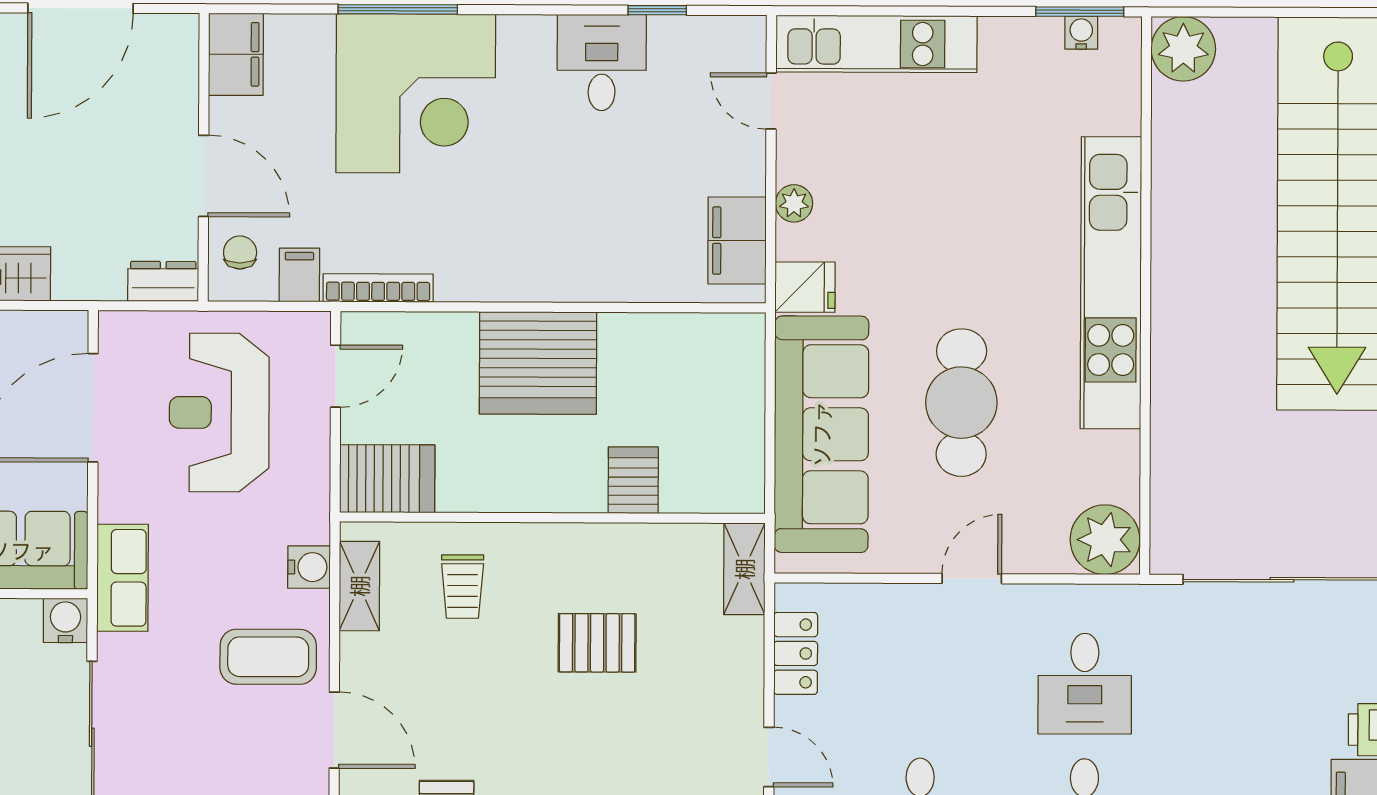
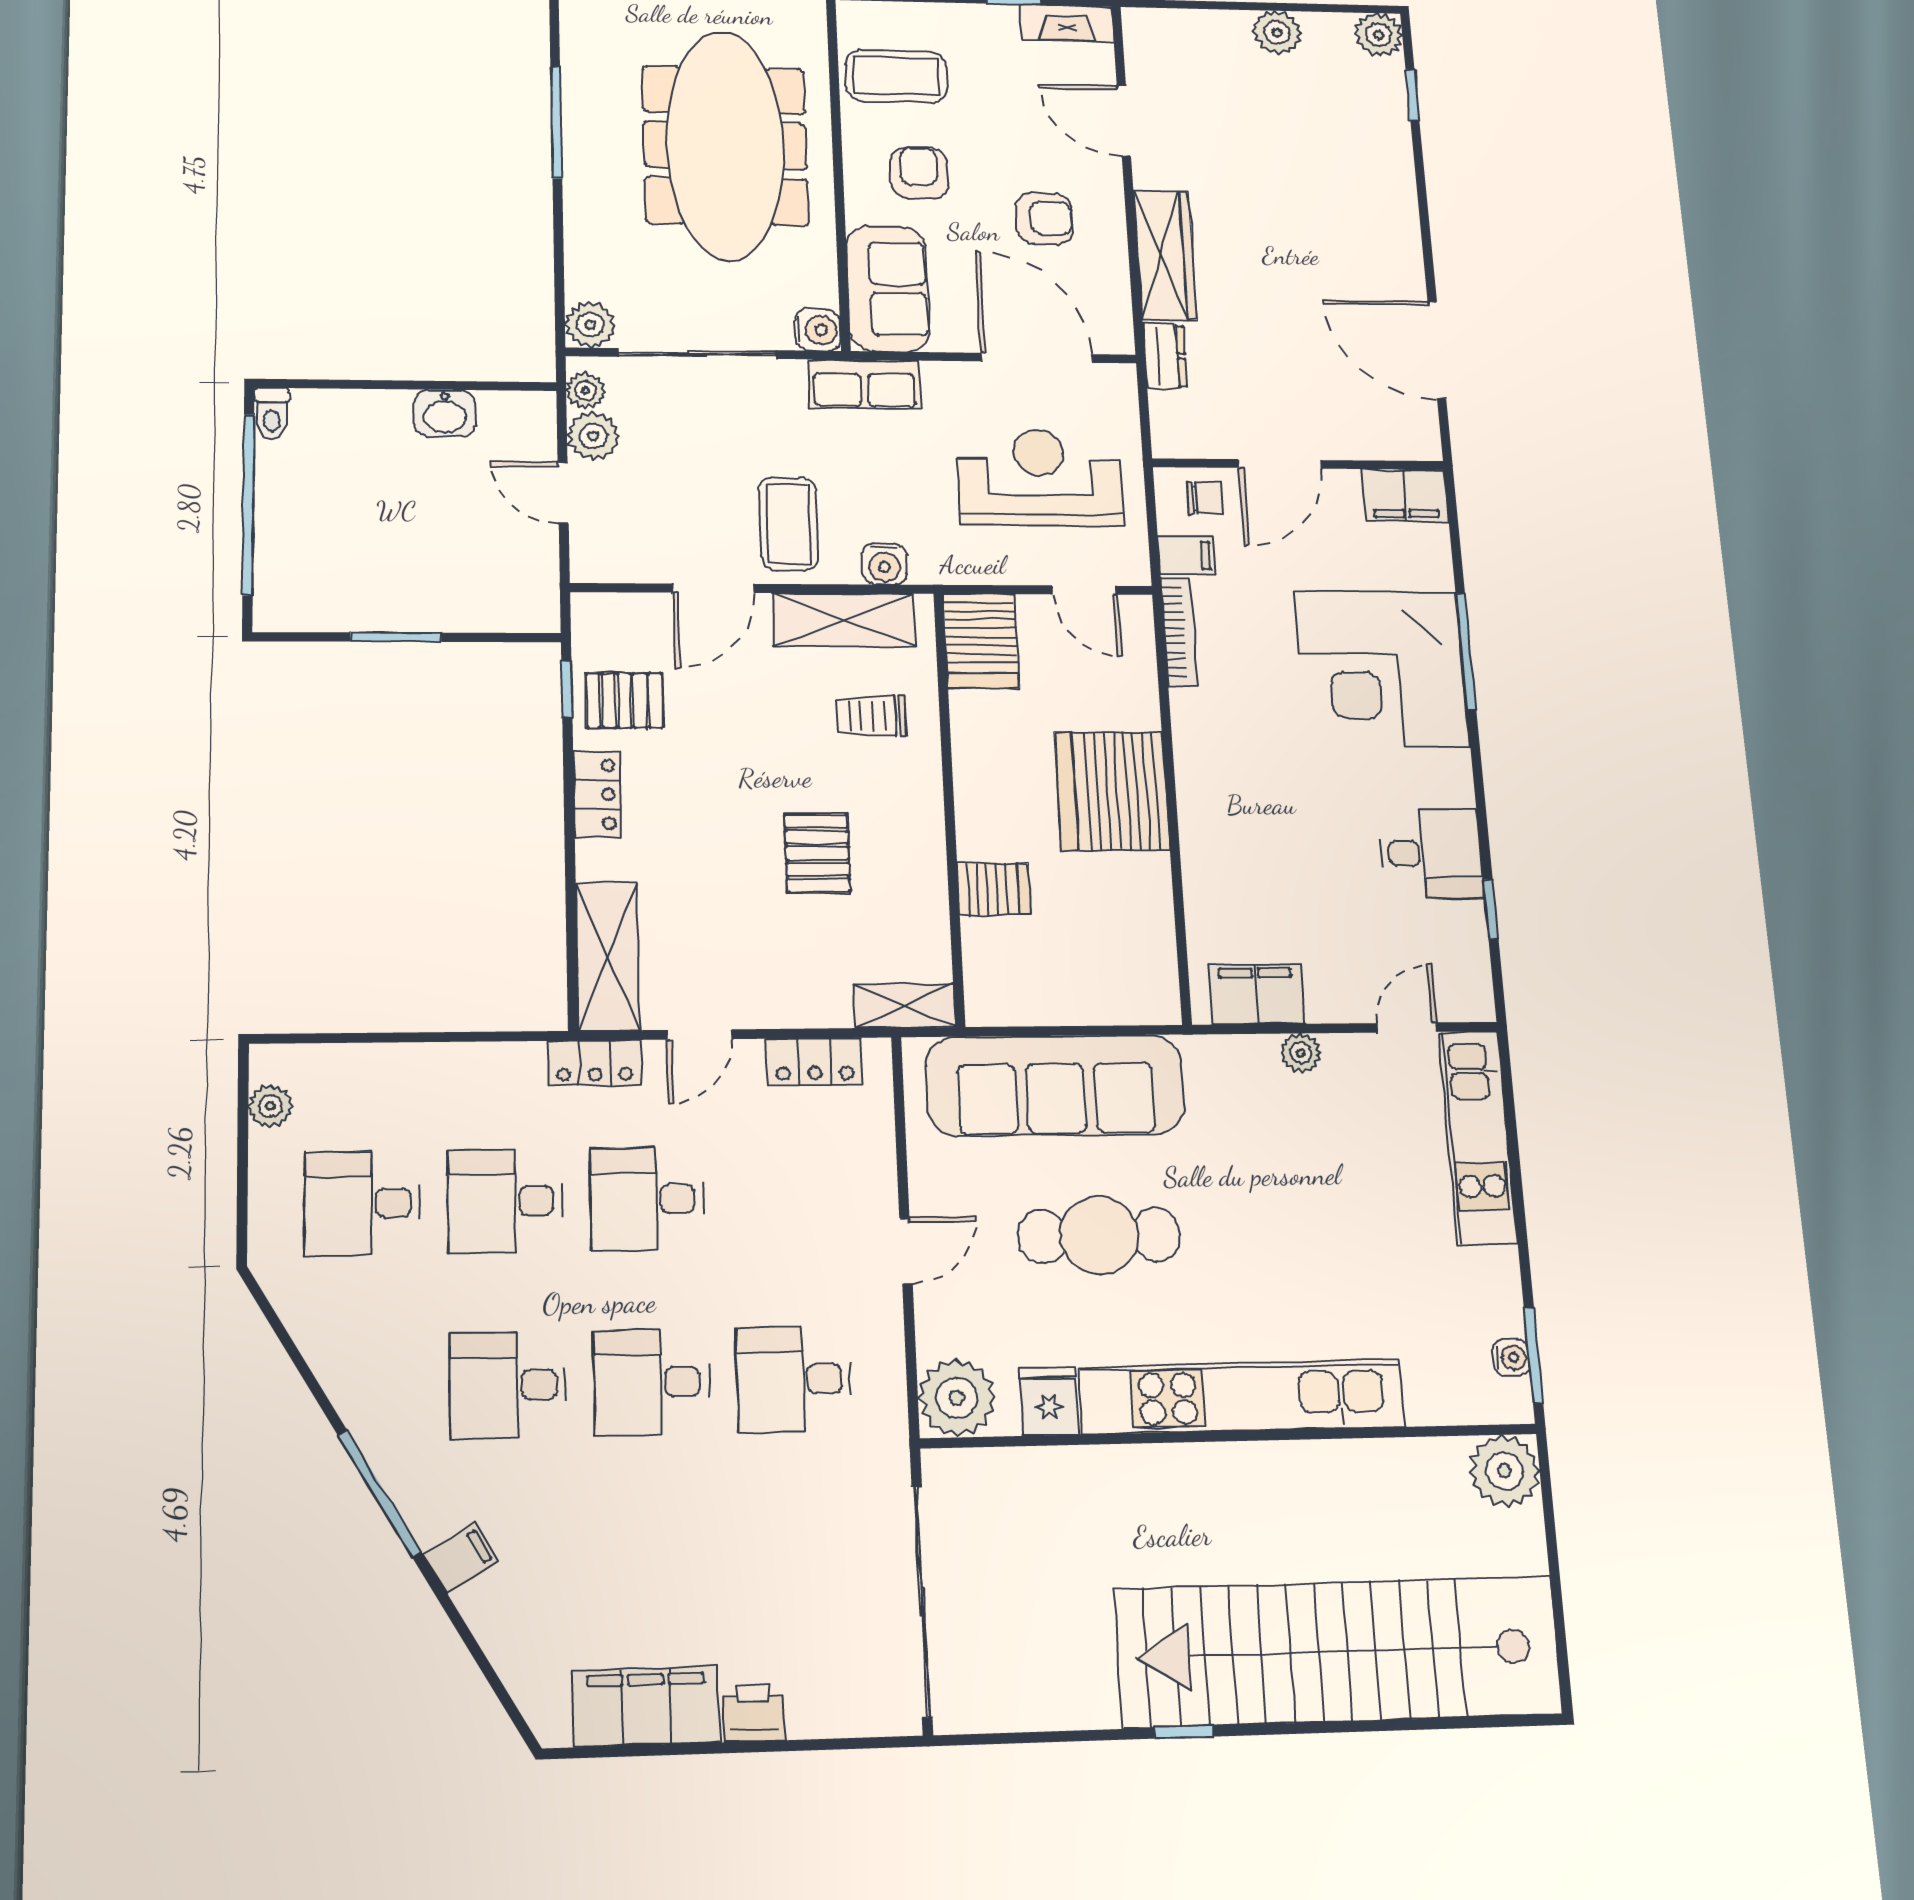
dresser: (163, 281) -> (1165, 356), moved
fridge: (805, 287) -> (1049, 1402), moved, turned 180
door: (972, 579) -> (906, 1251), hinge flipped
shelving: (359, 586) -> (843, 620), width x1.50, depth x1.33

